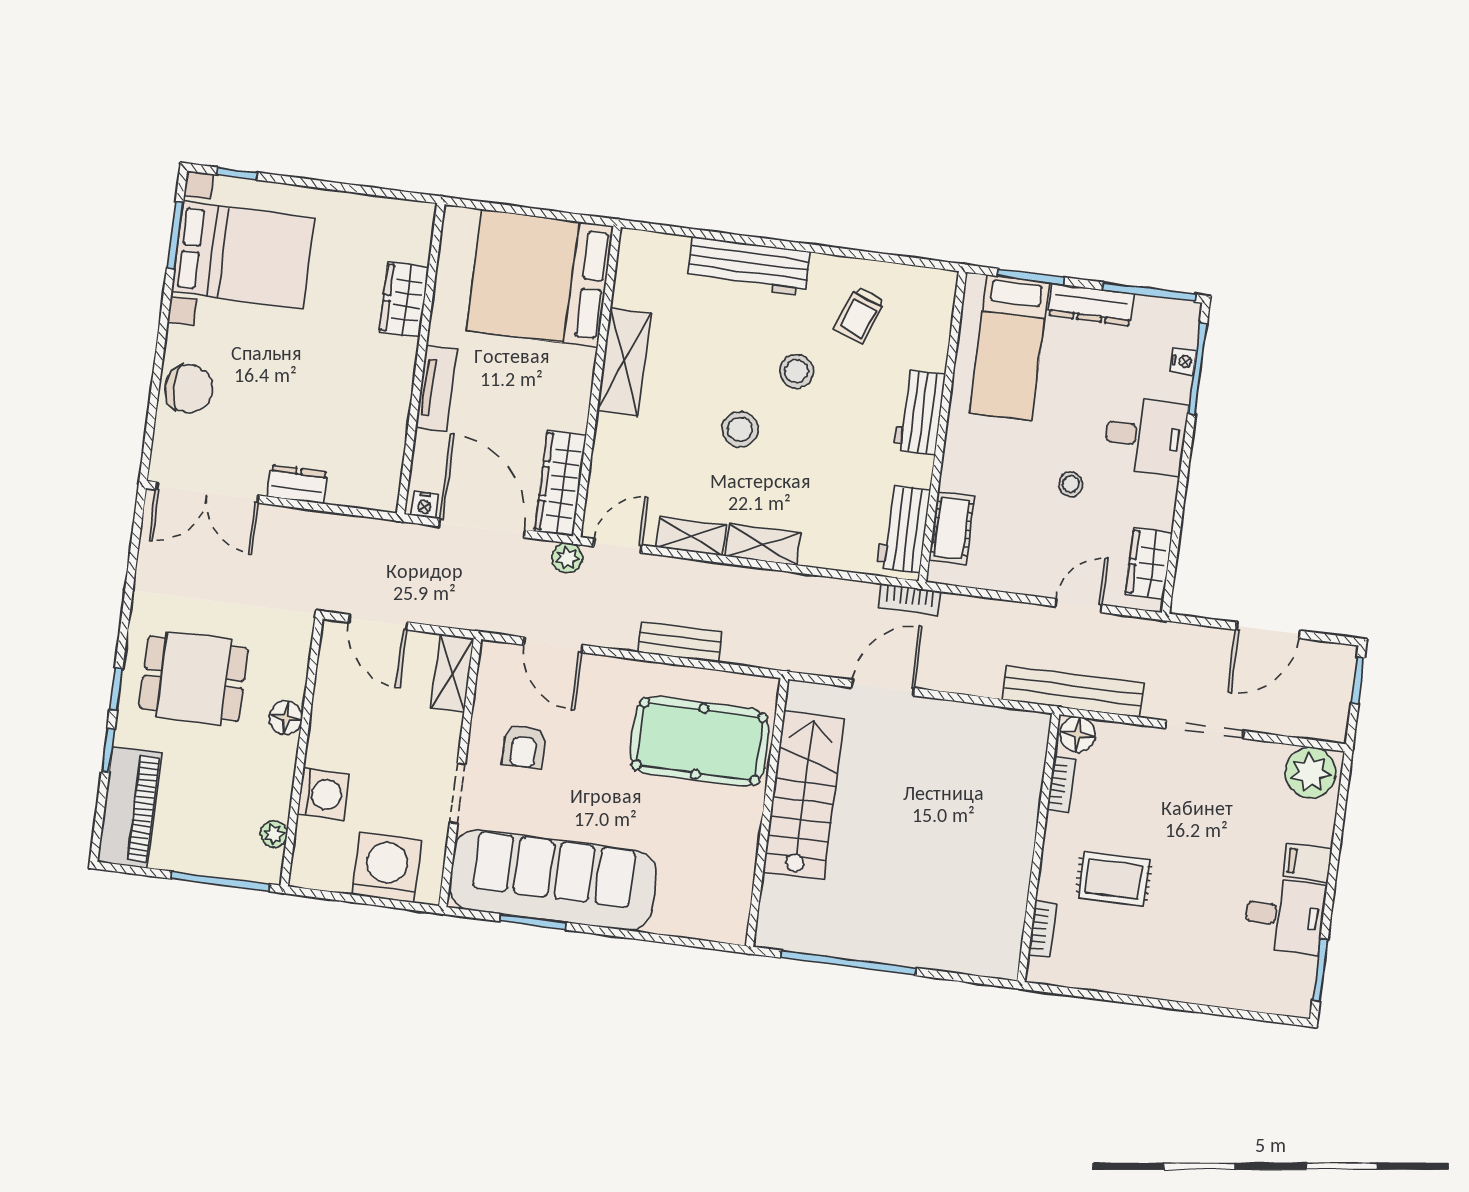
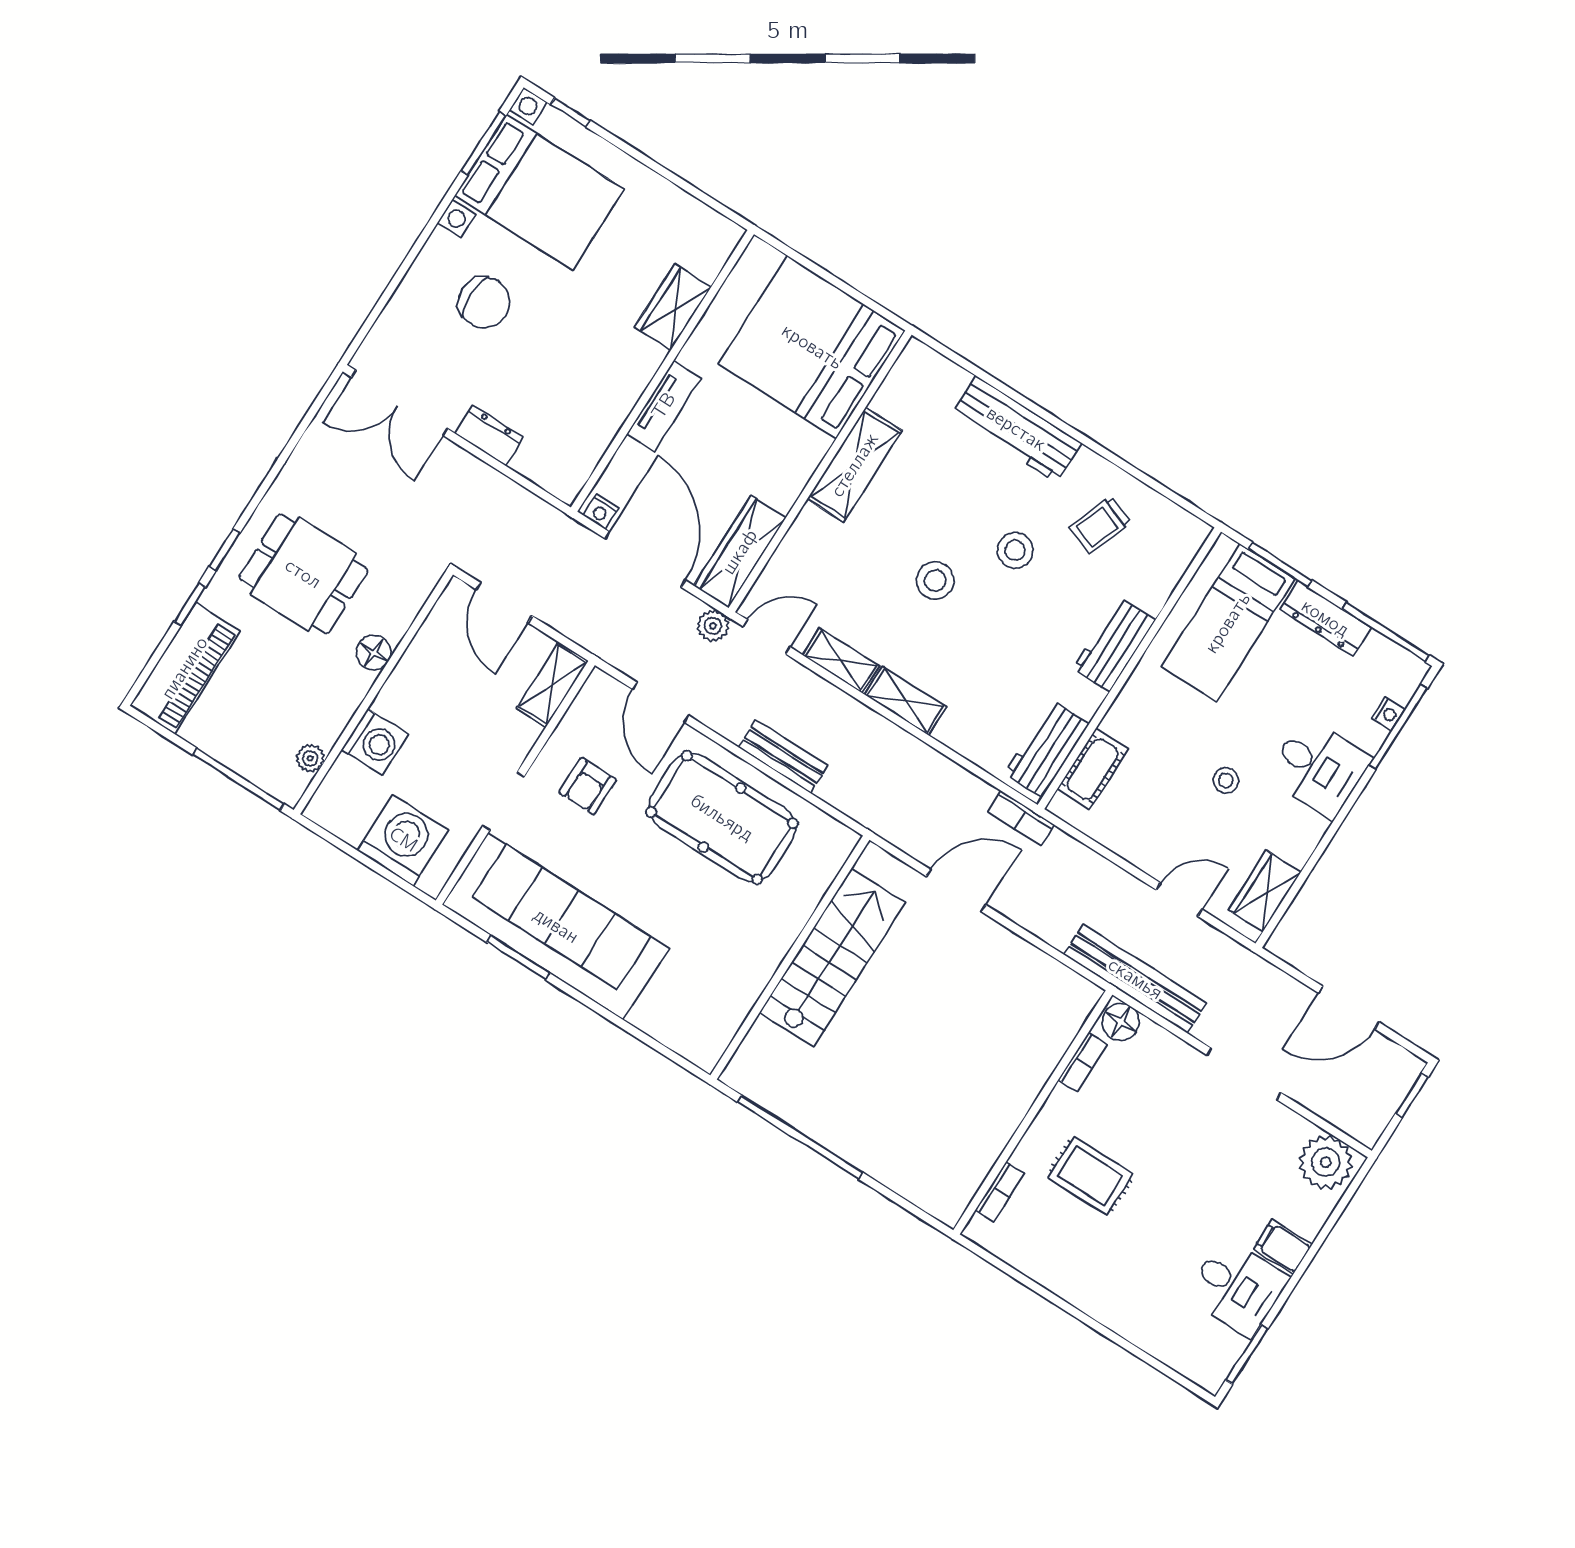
chair: (189, 389) -> (484, 302), moved
pool table: (700, 741) -> (722, 818), moved

